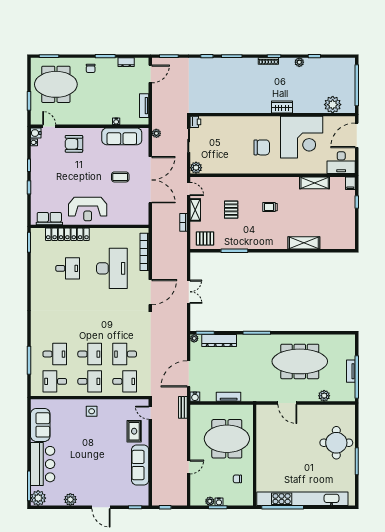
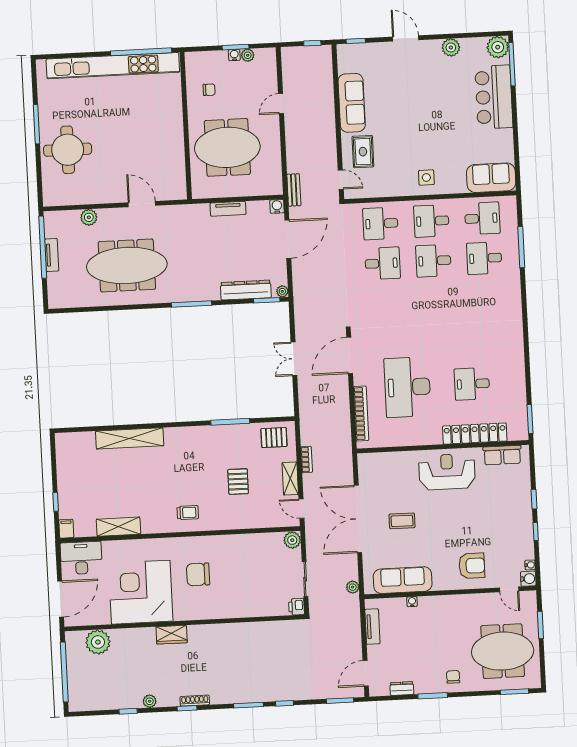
trolley: (270, 207) -> (188, 513), moved
shelving: (304, 243) -> (130, 438), width x1.47
sofa: (40, 425) -> (491, 178), moved, turned 90

